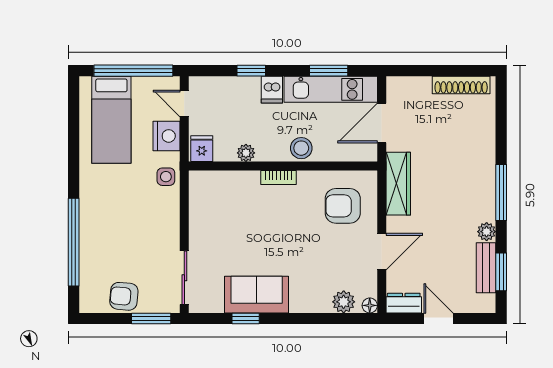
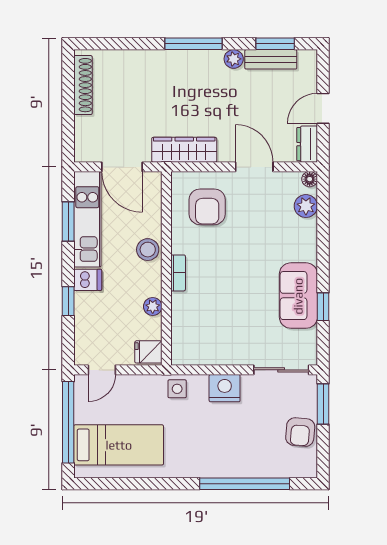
nightstand: (167, 136) -> (225, 388), moved

